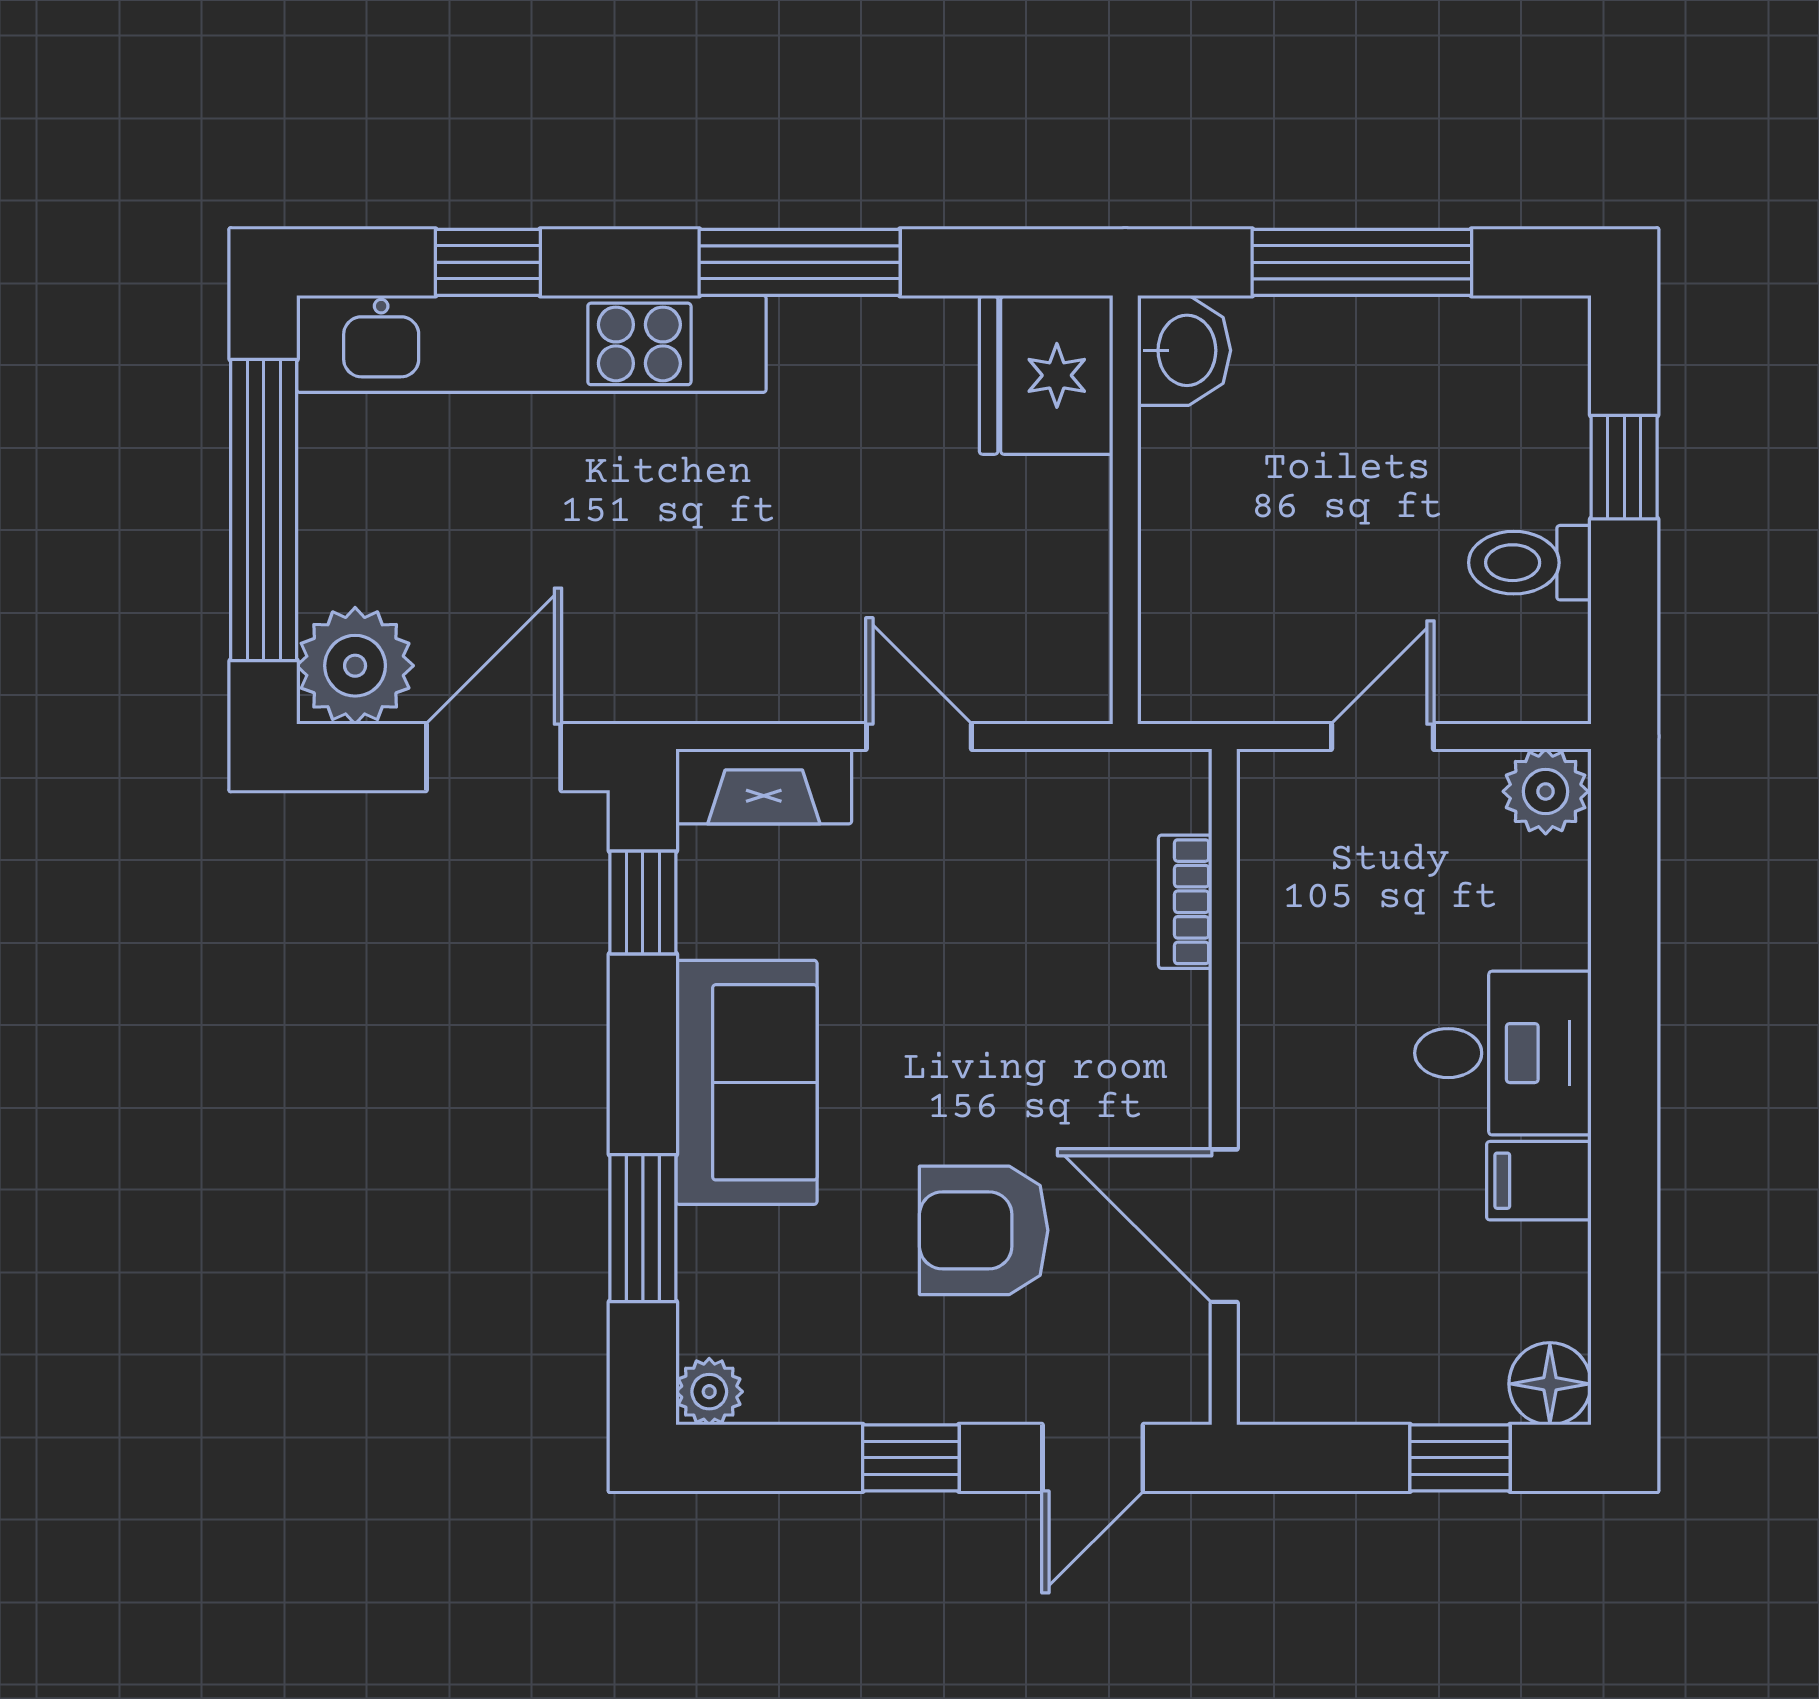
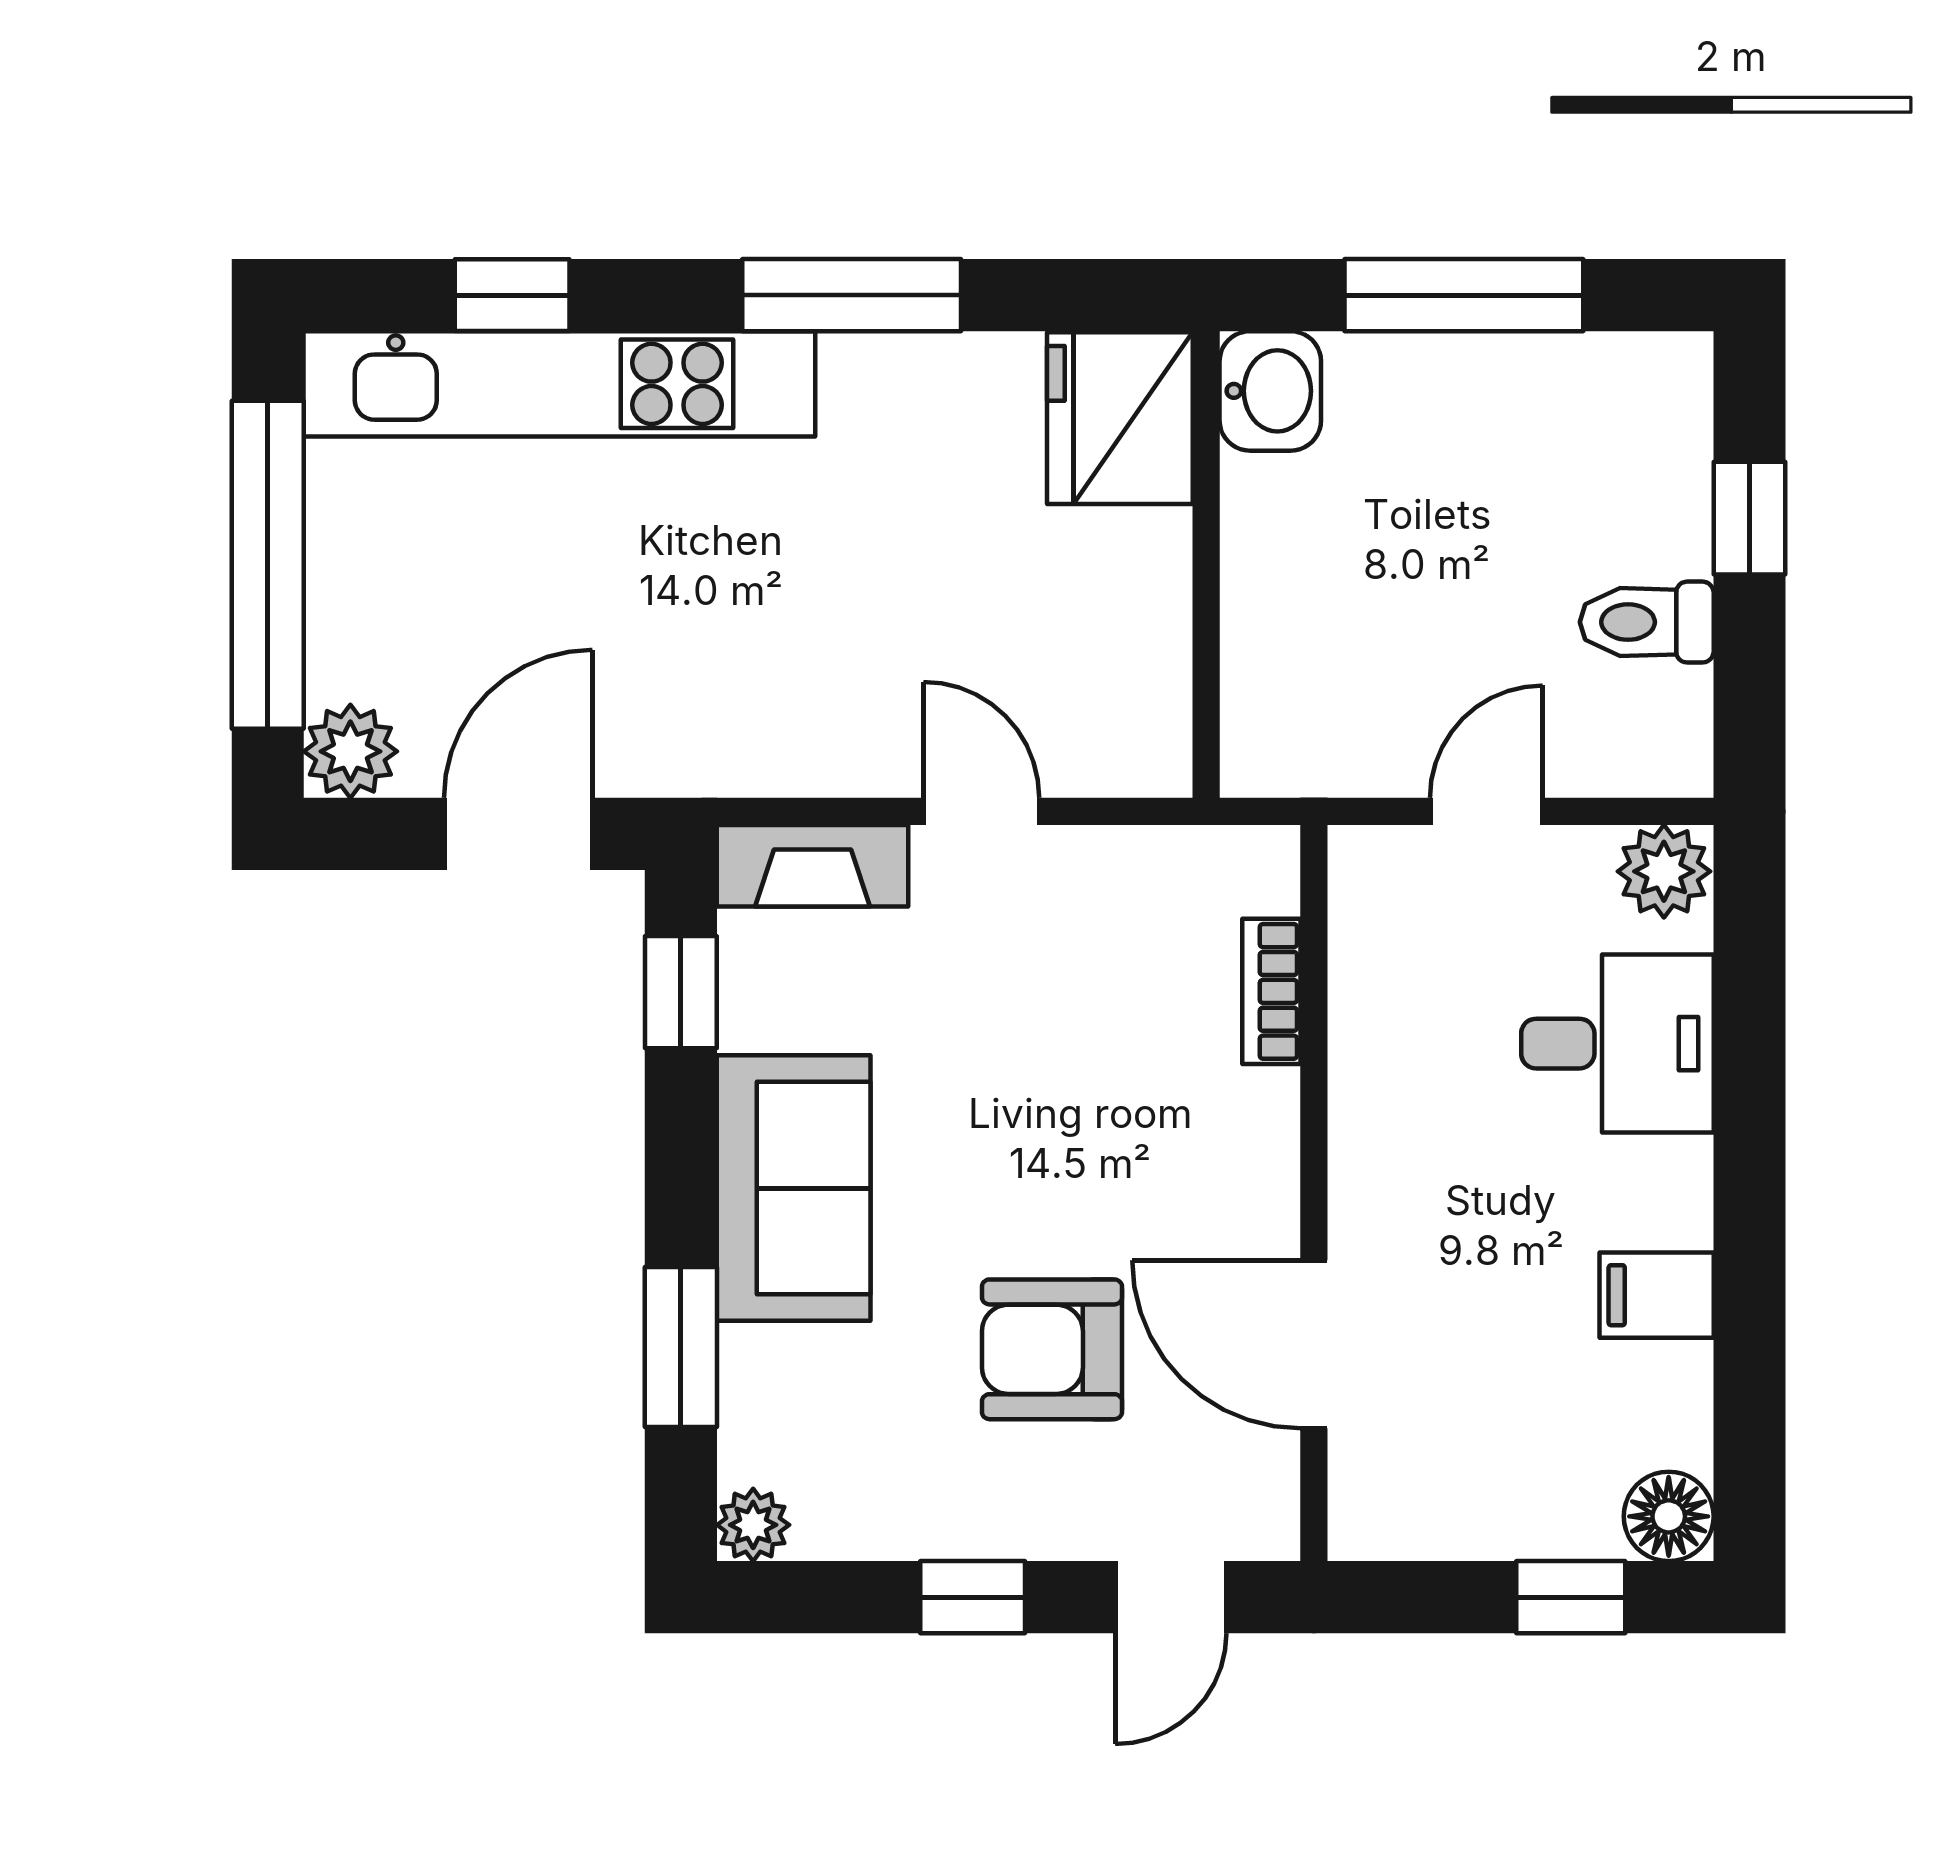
plant: (355, 666) -> (350, 751), width x0.73, depth x0.73
desk: (1503, 1053) -> (1617, 1044), moved

